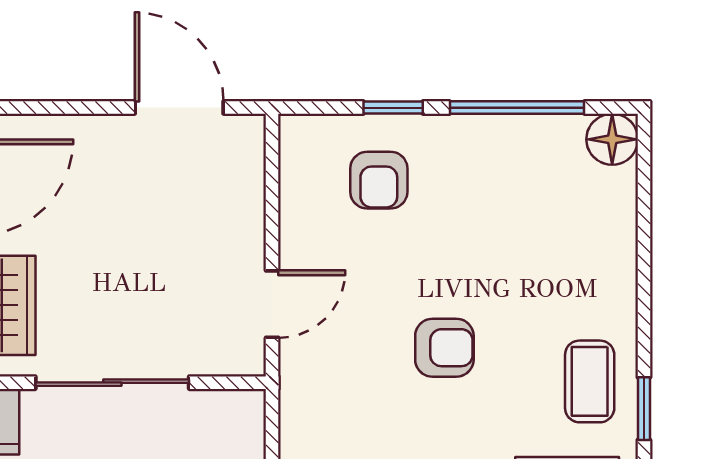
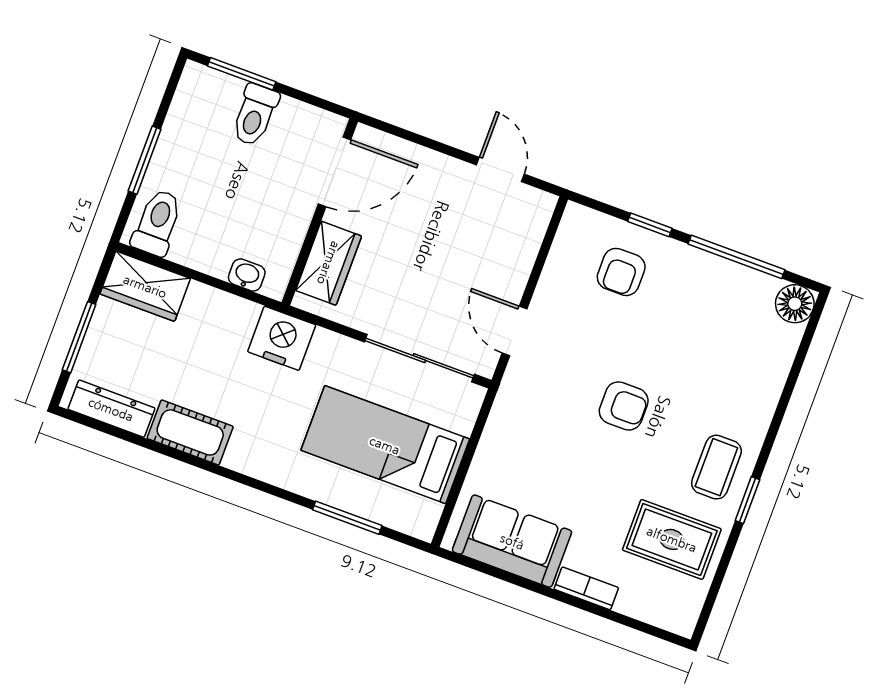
door: (179, 108) -> (500, 170), width x0.73
door: (272, 304) -> (514, 331), swing flipped
sliding door: (112, 383) -> (419, 358), moved

